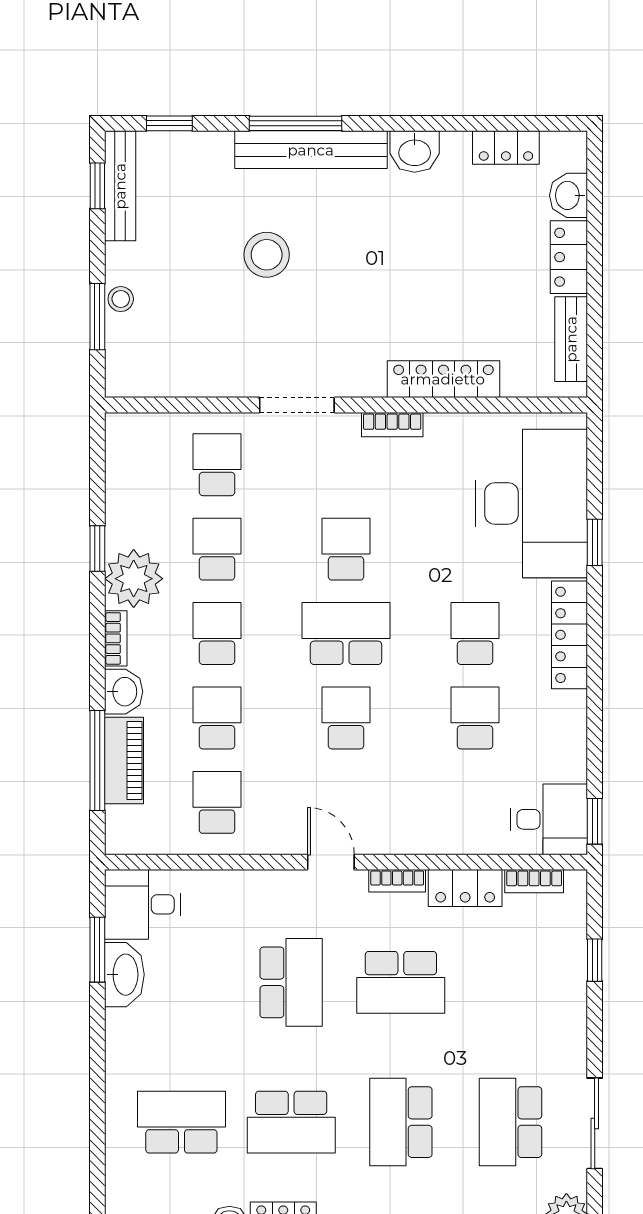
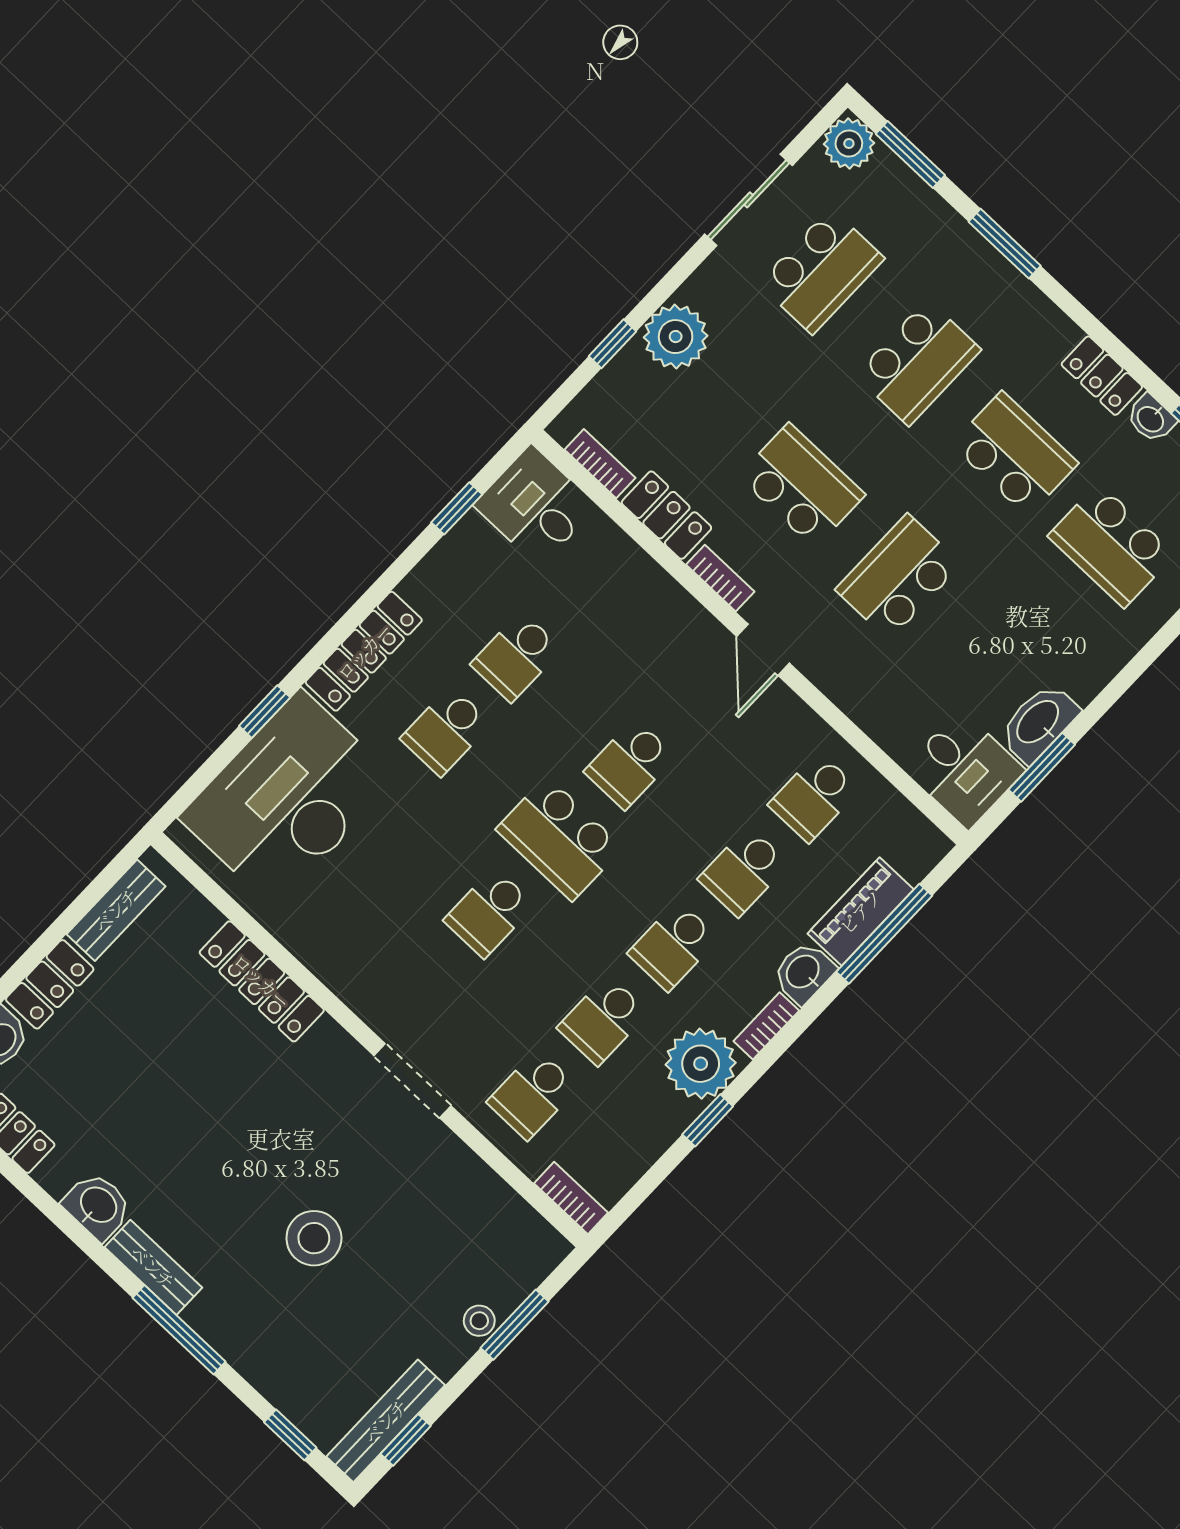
bench: (311, 150) -> (153, 1267), width x0.54, depth x0.82
bookcase: (392, 425) -> (571, 1198), moved
window: (595, 821) -> (457, 508), moved
plant: (561, 1000) -> (676, 337), added

